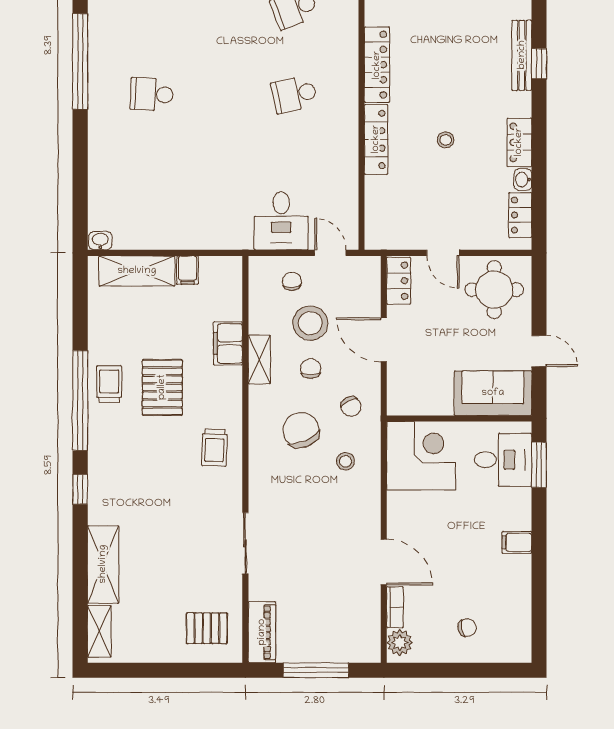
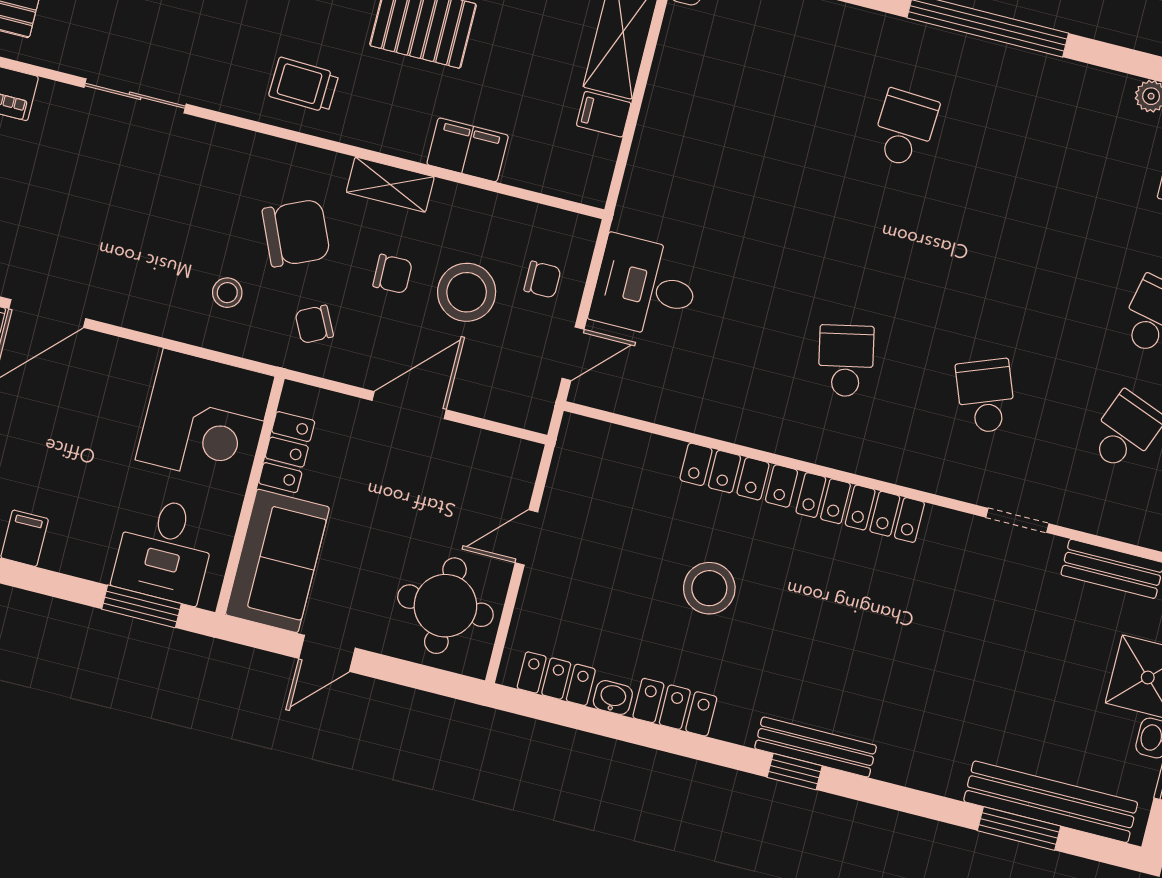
stool: (446, 140) -> (709, 588), width x1.89, depth x1.89
locker: (399, 281) -> (287, 452), moved, turned -90
shelving: (259, 359) -> (390, 185), moved

